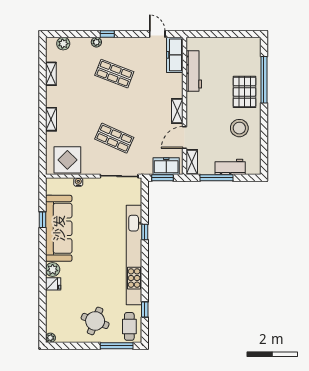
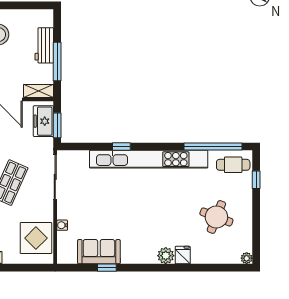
sofa: (59, 228) -> (99, 252), width x0.54, depth x0.79
window: (145, 309) -> (213, 147), width x3.17
round table: (95, 321) -> (216, 217), moved
window: (117, 346) -> (256, 180), width x0.46

